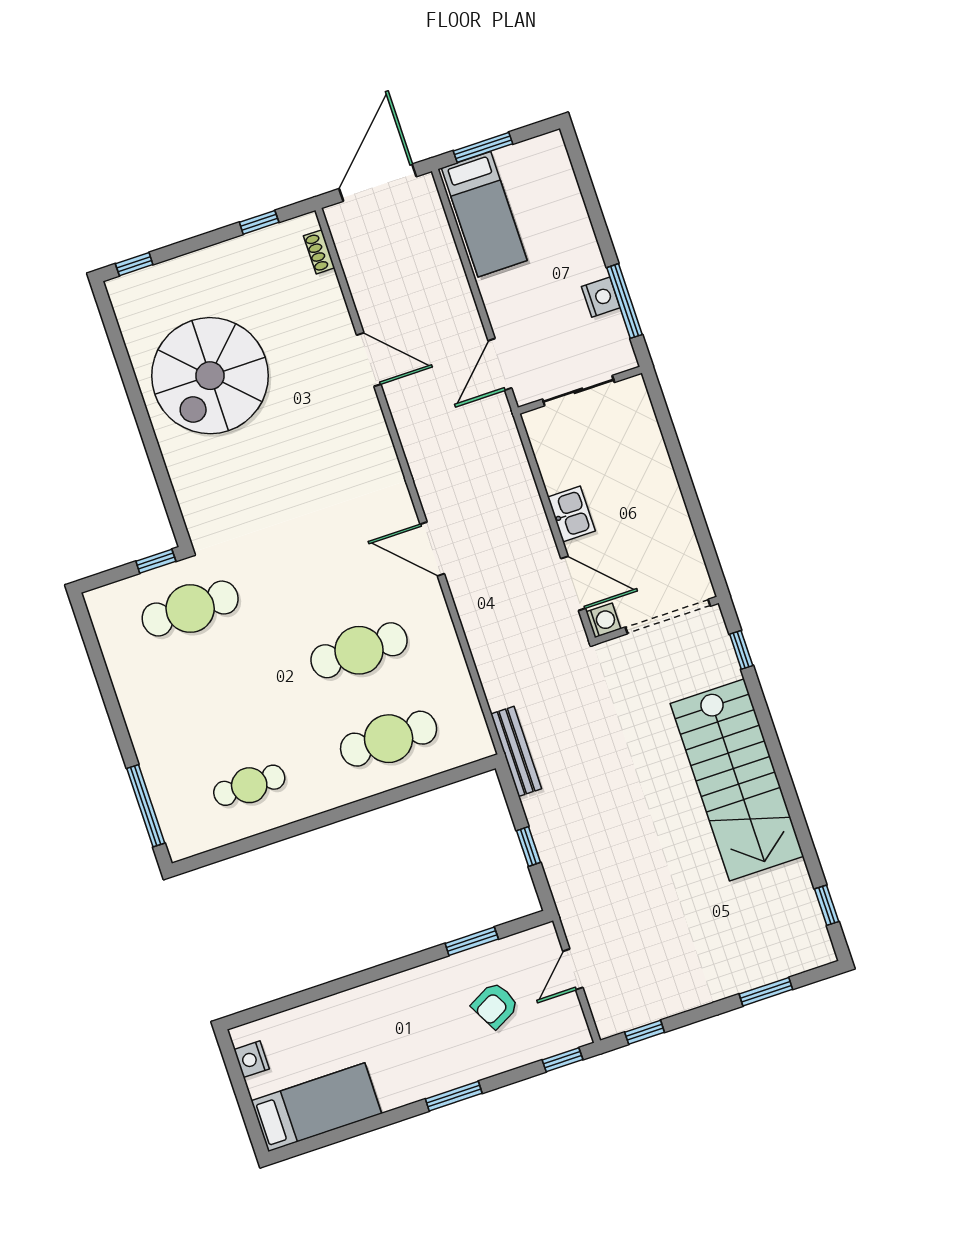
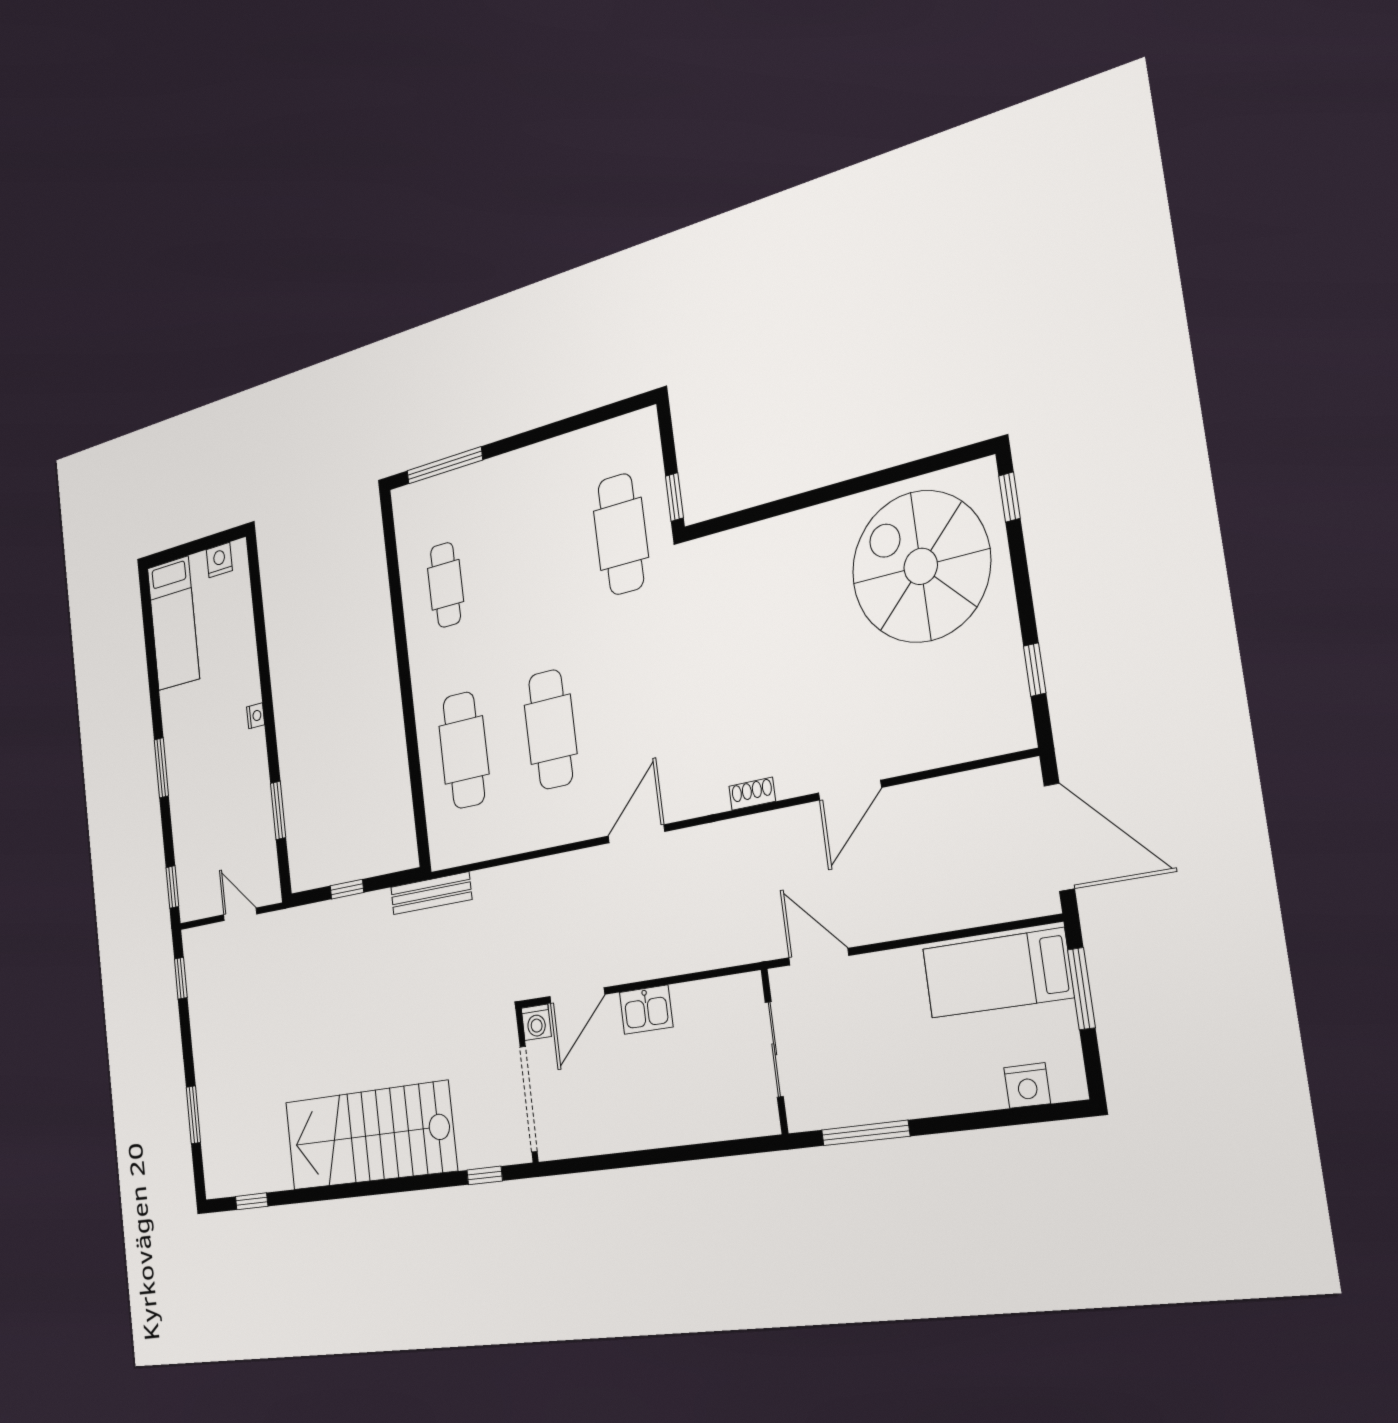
shoe rack: (319, 252) -> (752, 794), moved
nightstand: (601, 297) -> (1027, 1086), moved
spiral stairs: (210, 376) -> (921, 566), moved
nightstand: (390, 985) -> (256, 716), added
armchair: (495, 1005) -> (224, 825), removed

